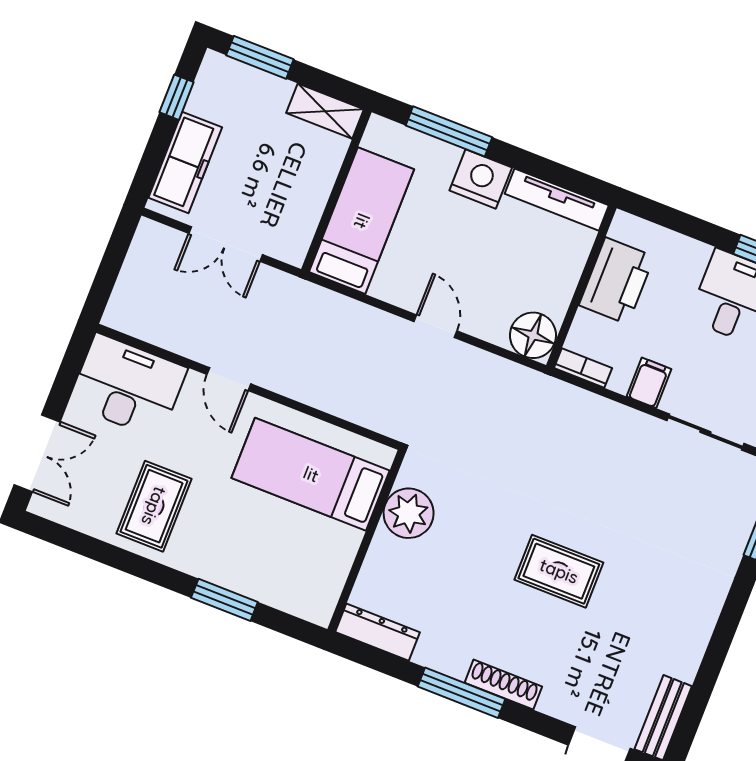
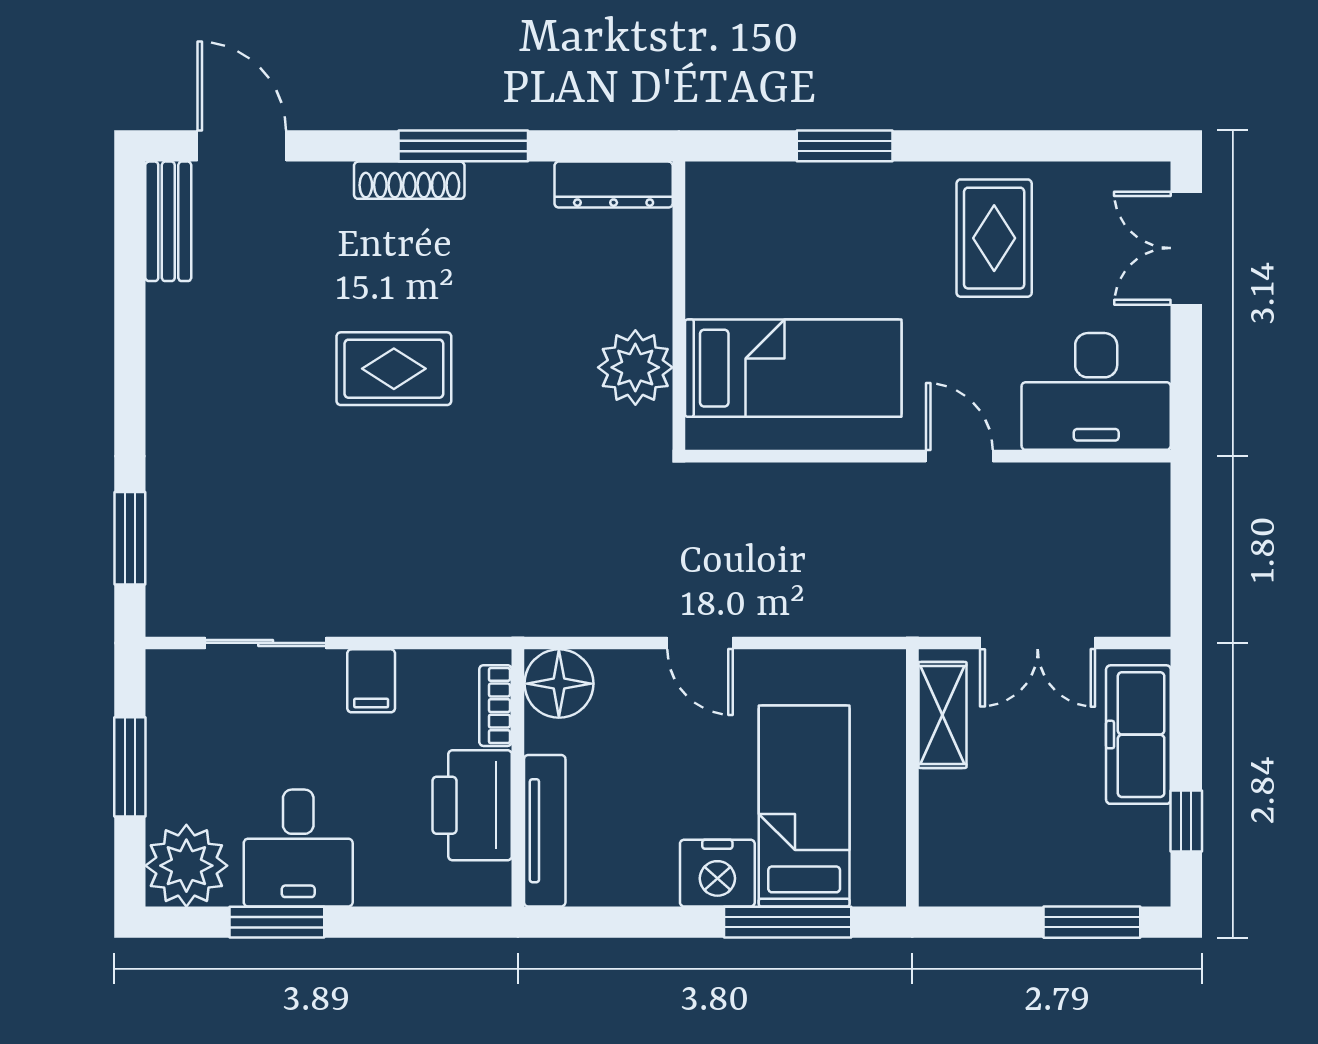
shelving: (325, 111) -> (942, 715), moved, turned 90
tv unit: (557, 200) -> (545, 831), moved, turned 90
bed: (362, 221) -> (804, 806), moved, turned 180
double door: (226, 244) -> (1038, 643), swing flipped
bookcase: (583, 368) -> (496, 706), moved, turned 90

